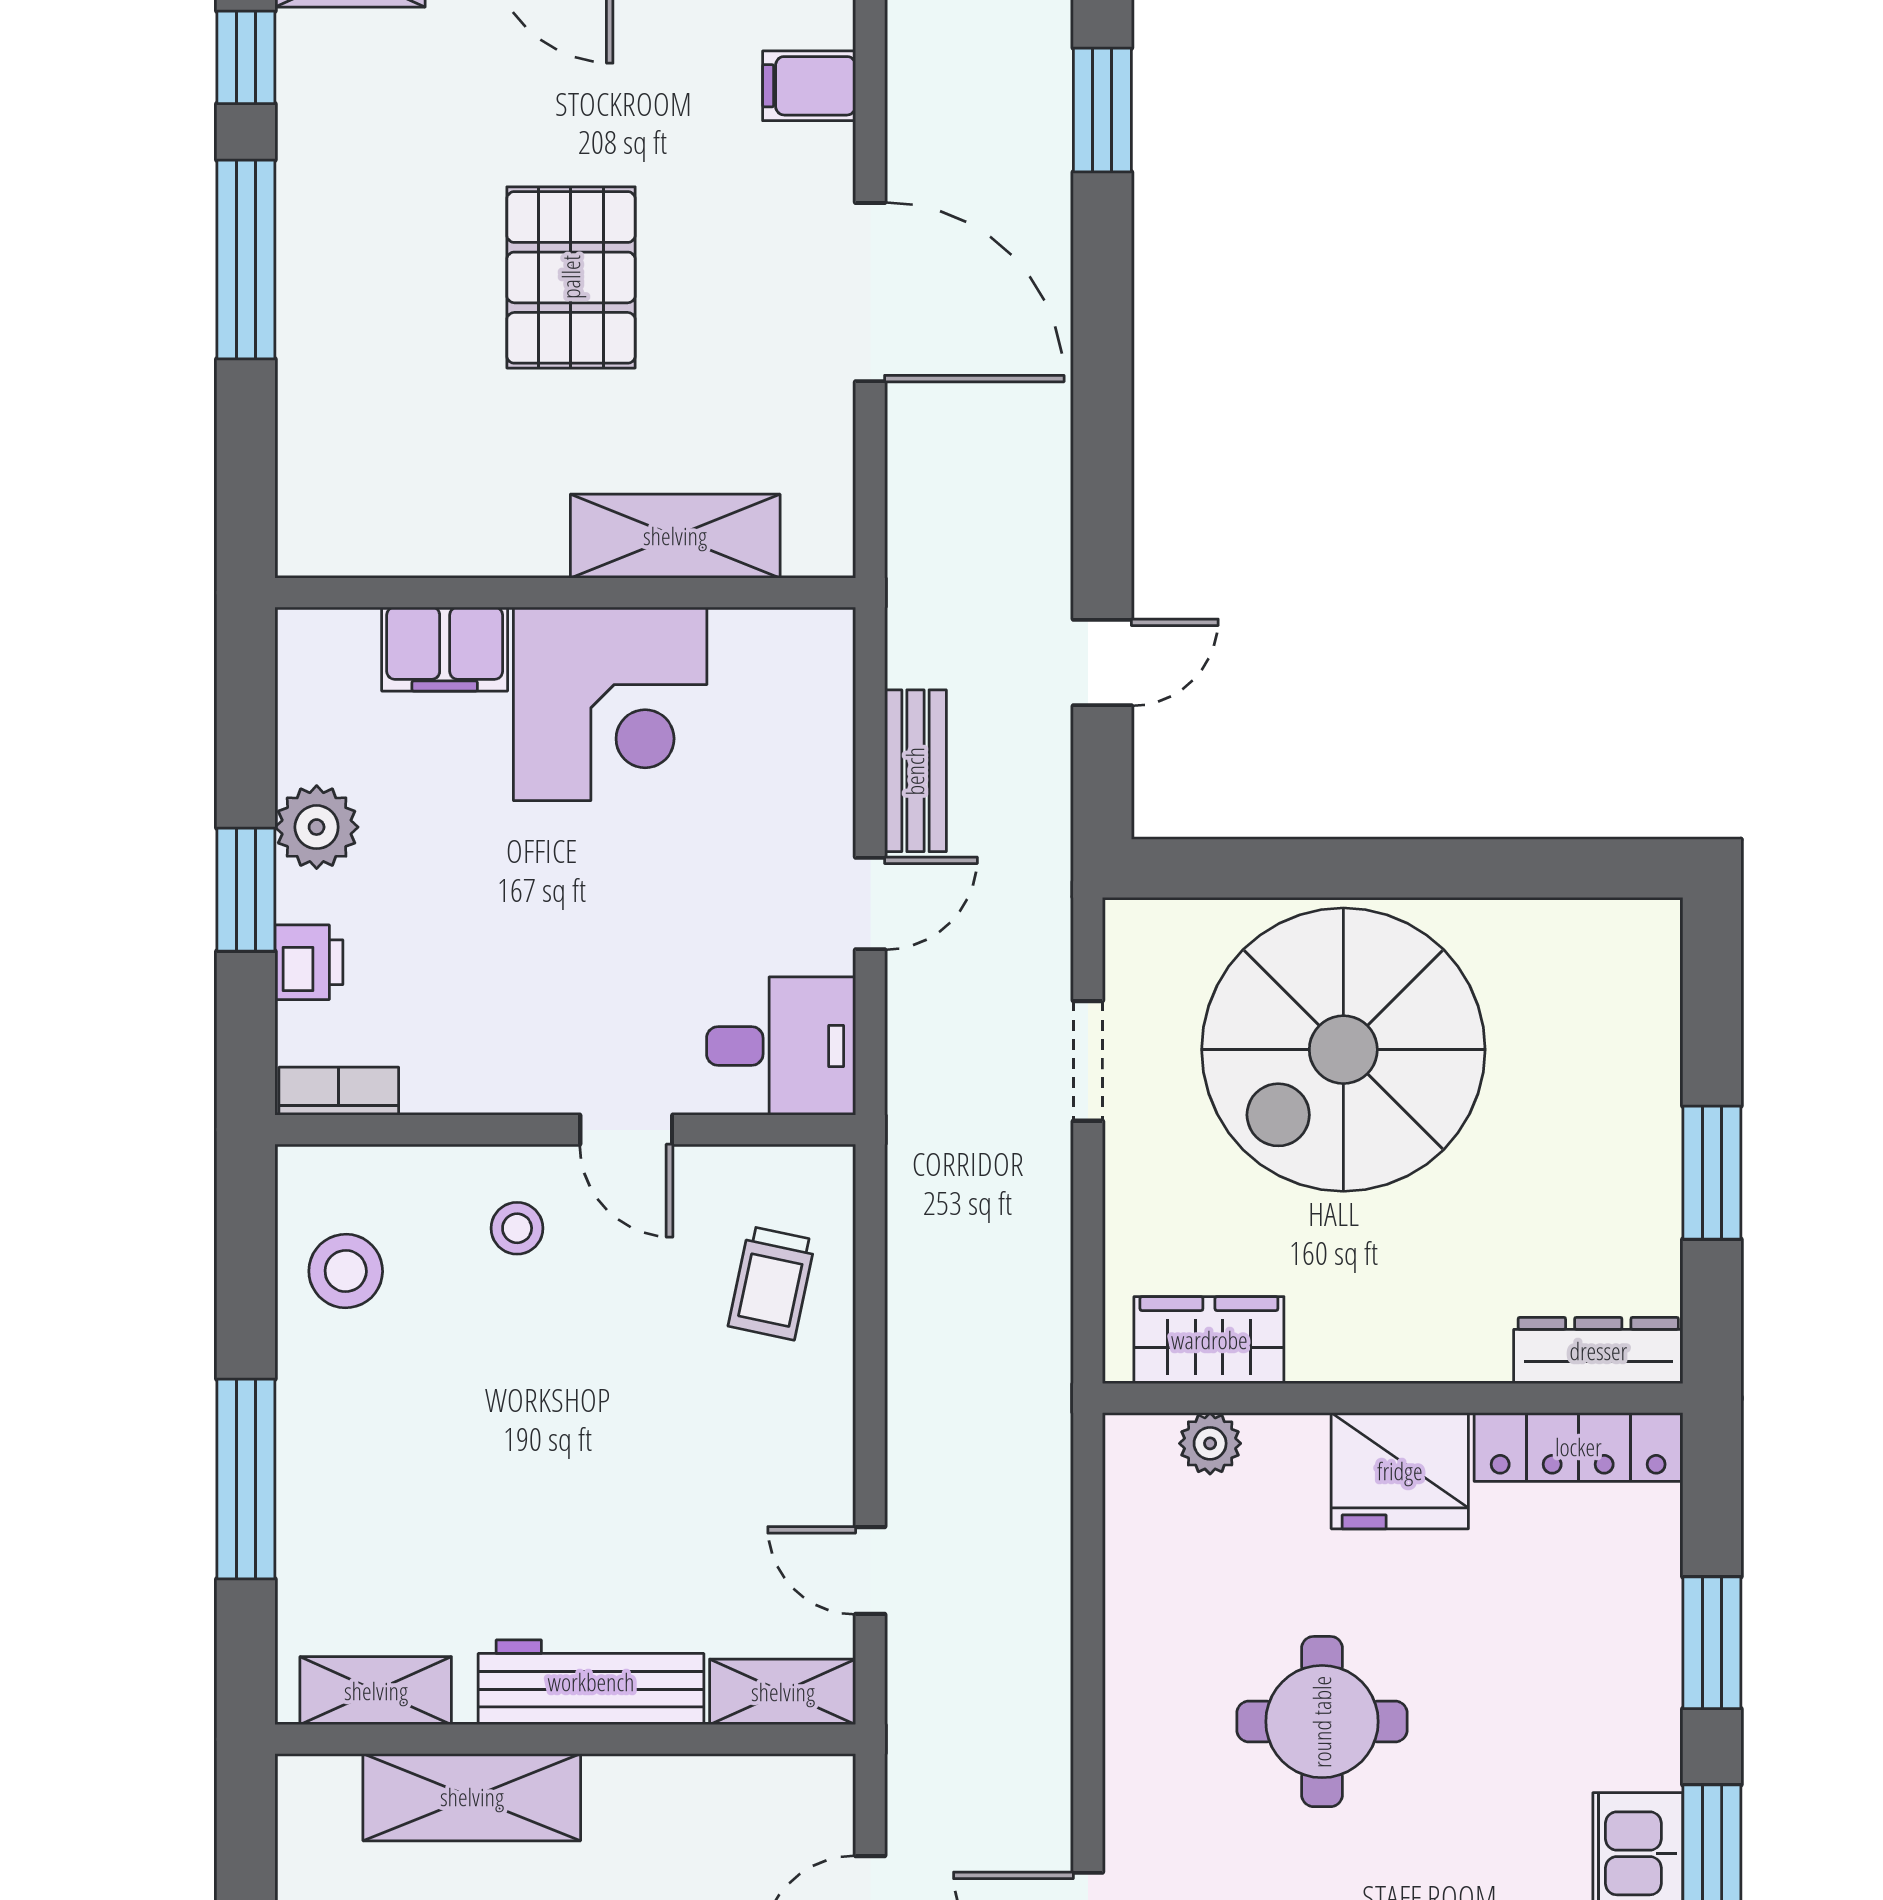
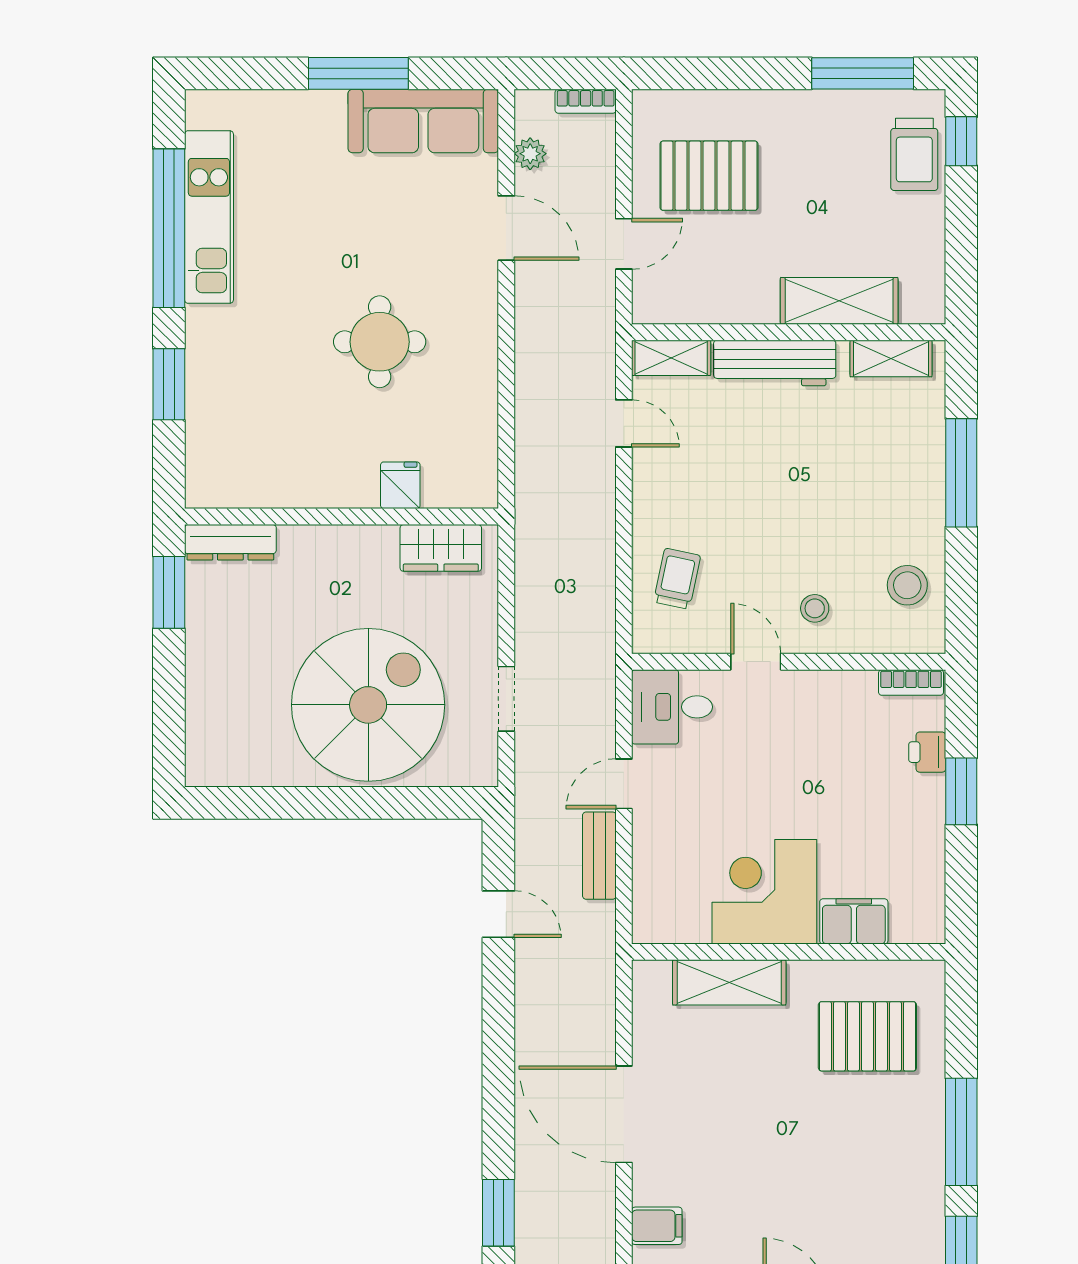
pallet: (571, 277) -> (867, 1036), moved, turned 90
door: (1102, 662) -> (498, 914), swing flipped
plant: (317, 827) -> (923, 825), removed
window: (1712, 1173) -> (169, 592), moved
plant: (1210, 1443) -> (440, 492), removed
locker: (1578, 1447) -> (241, 490), removed
fridge: (1400, 1471) -> (400, 485), moved, width x0.53, depth x0.75

